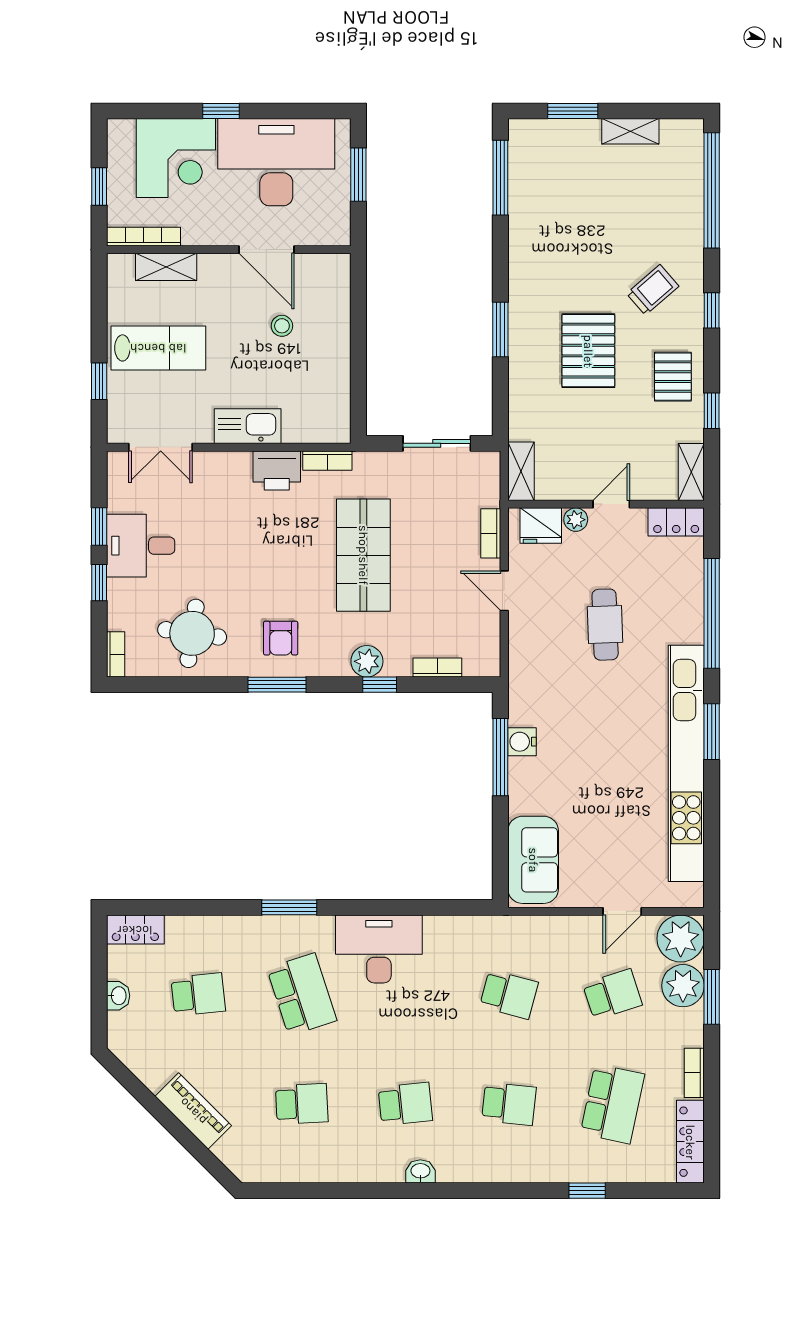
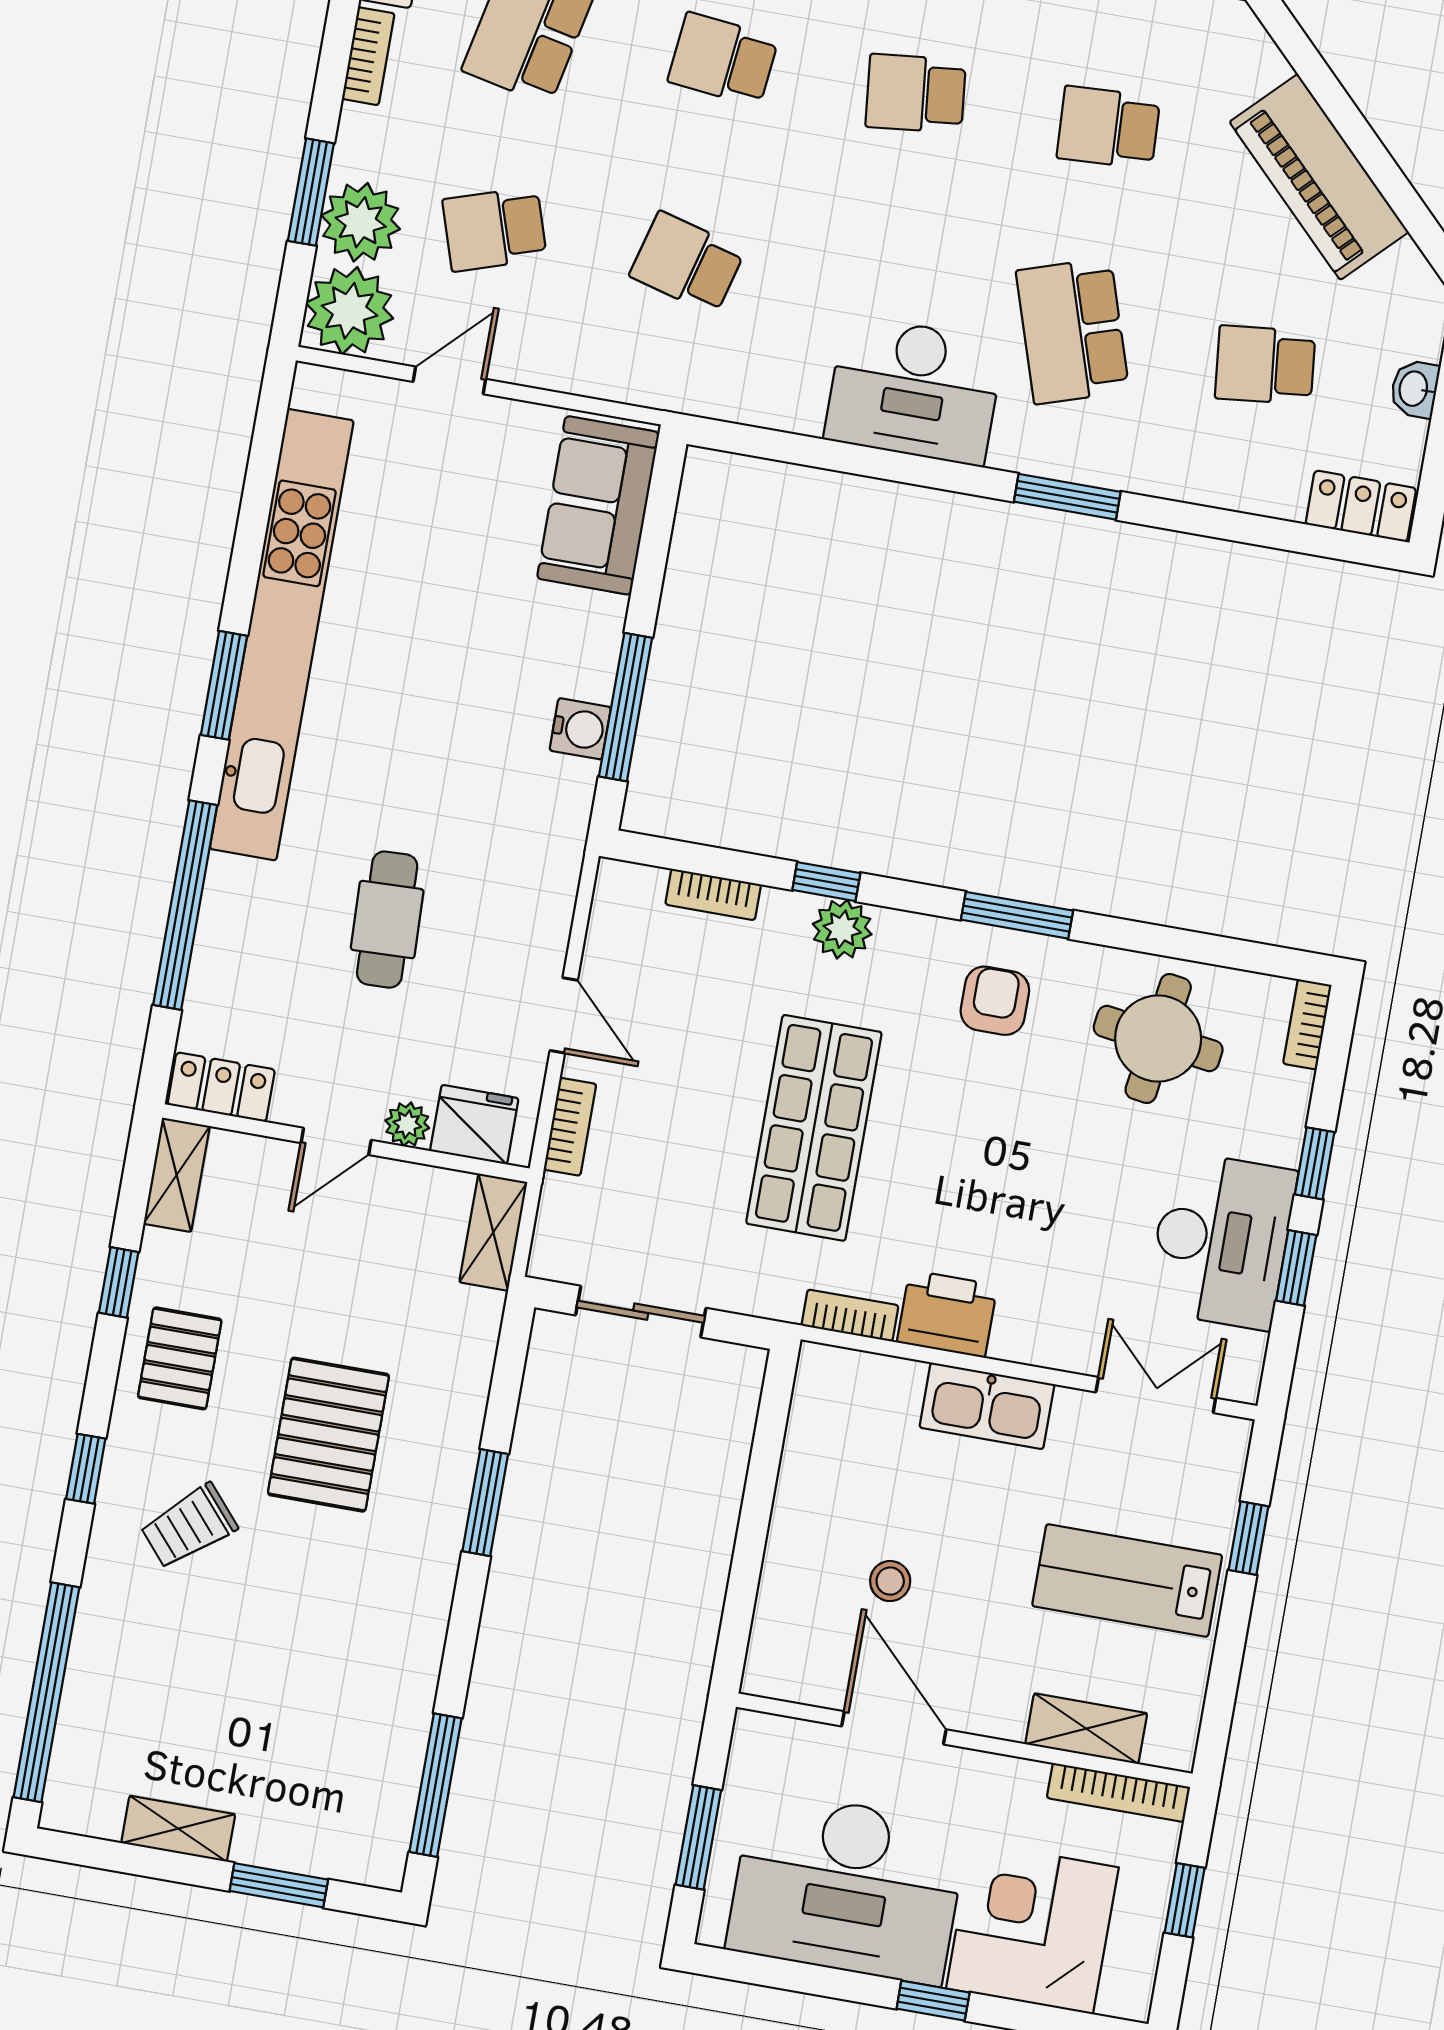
desk: (141, 546) -> (1221, 1240), width x1.37
piano: (193, 1111) -> (1319, 177), width x1.37, depth x1.33

